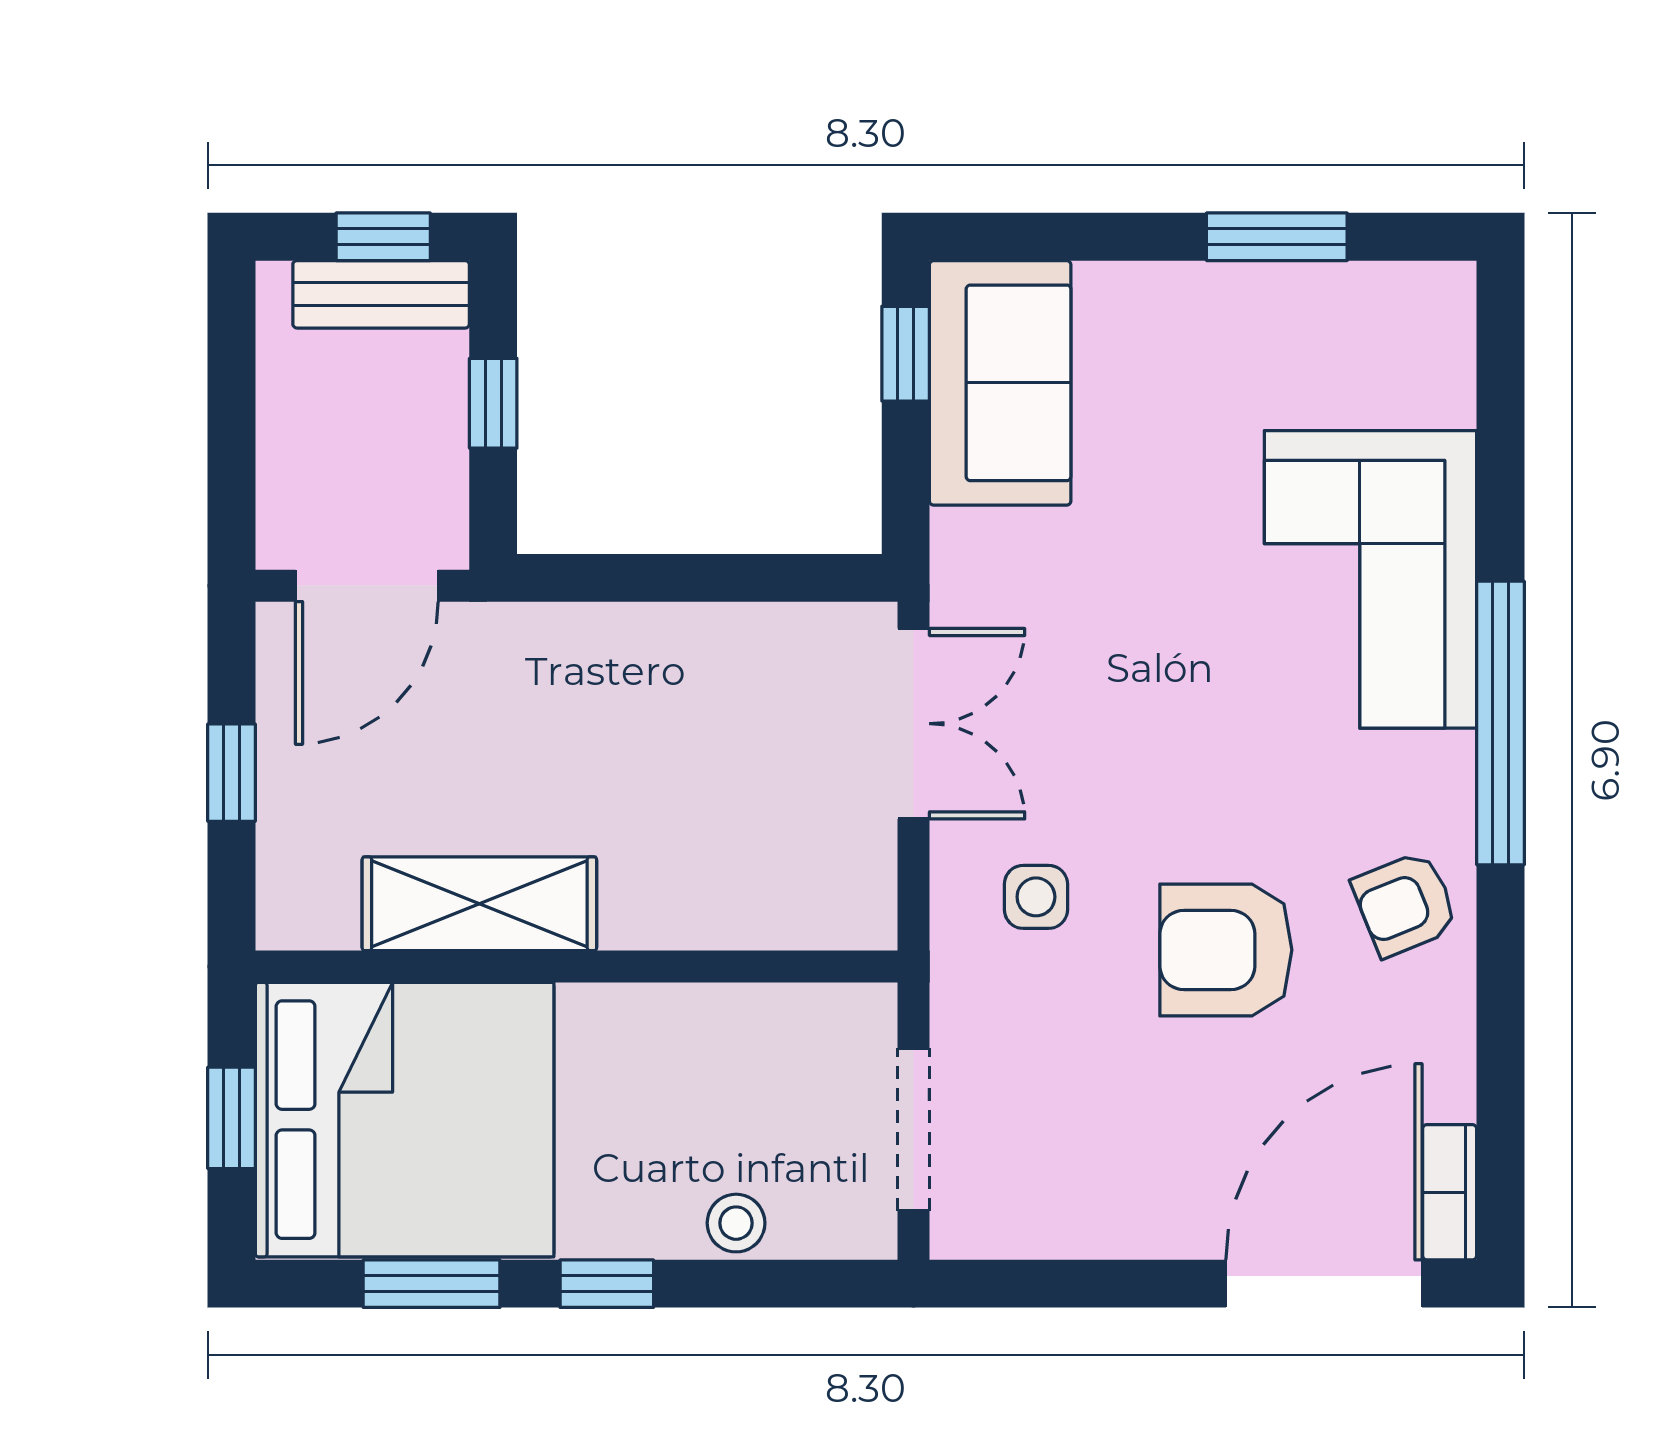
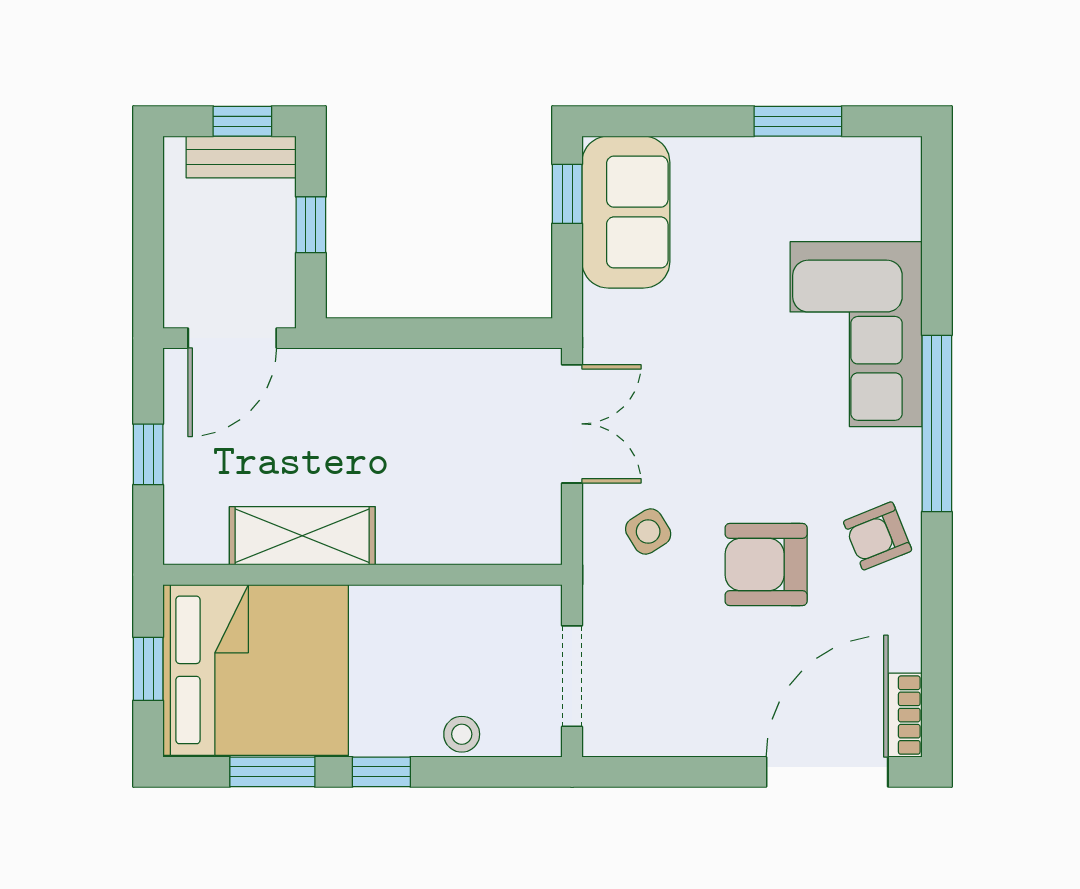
side table: (1036, 897) -> (648, 531), turned -32

